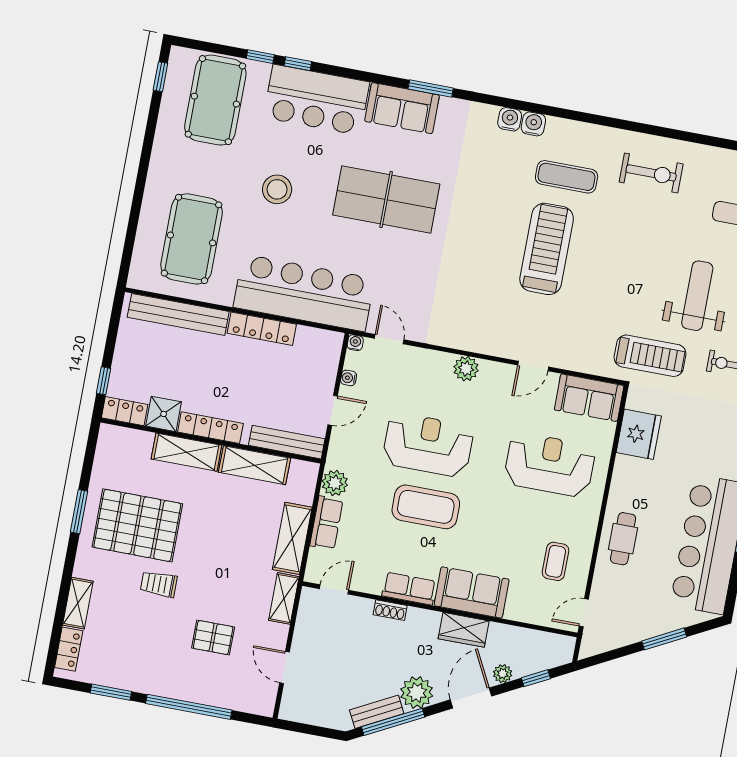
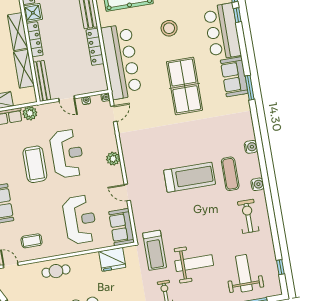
water cooler: (510, 119) -> (257, 184), moved
exercise bike: (651, 173) -> (248, 216), turned 180

